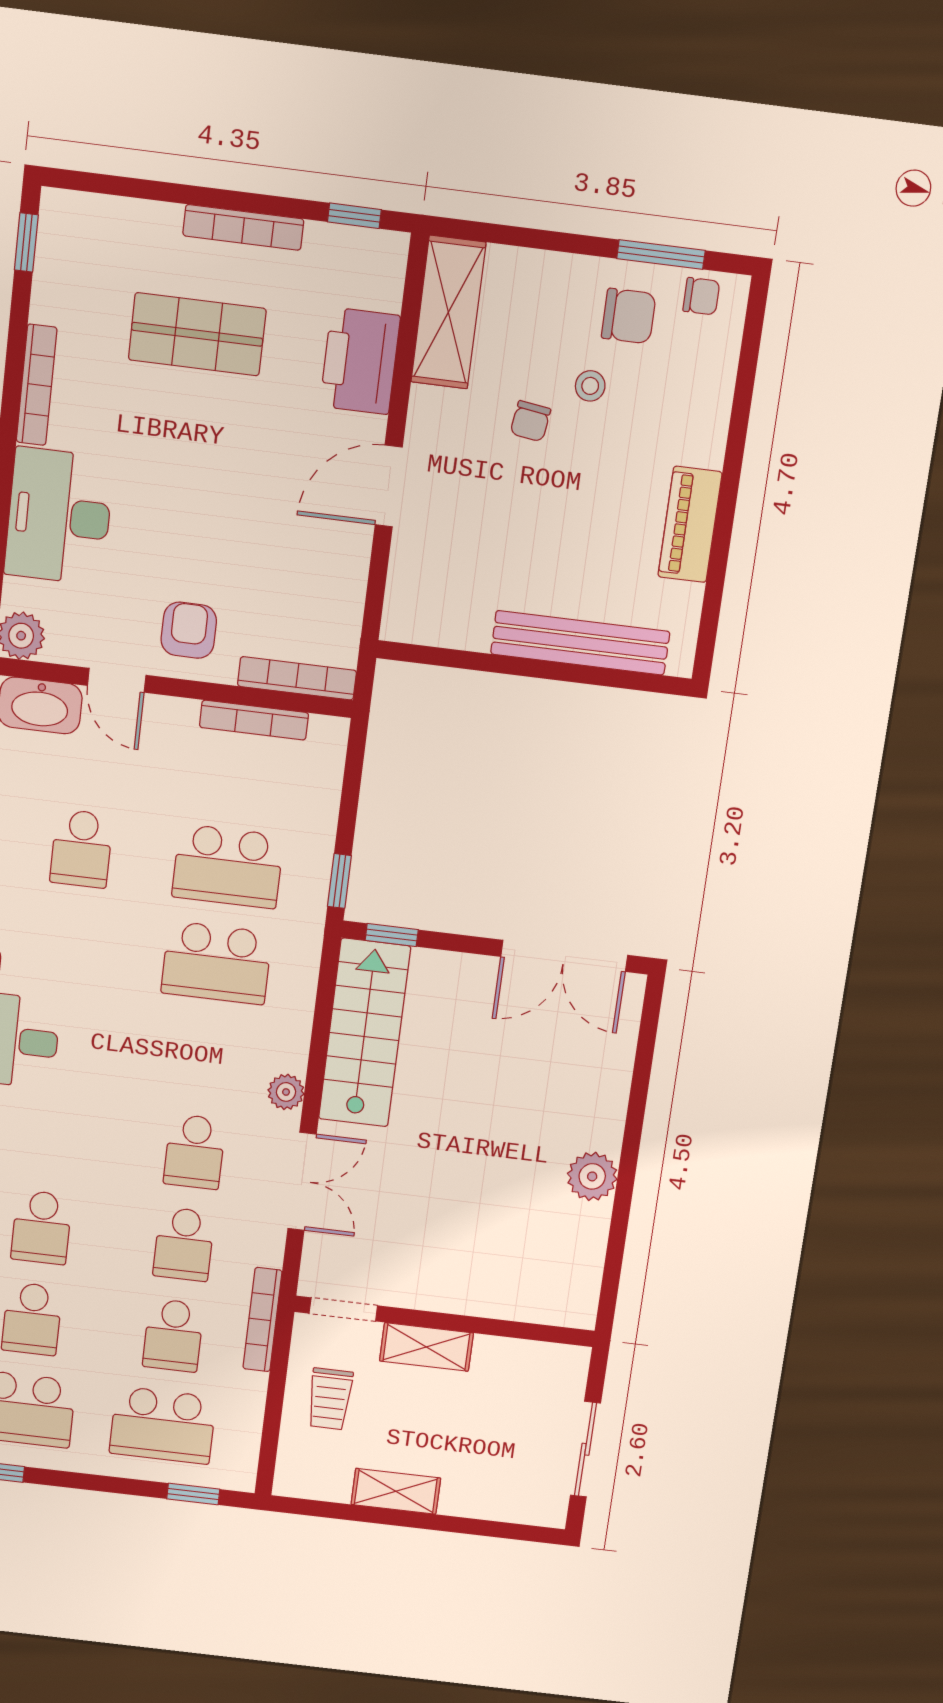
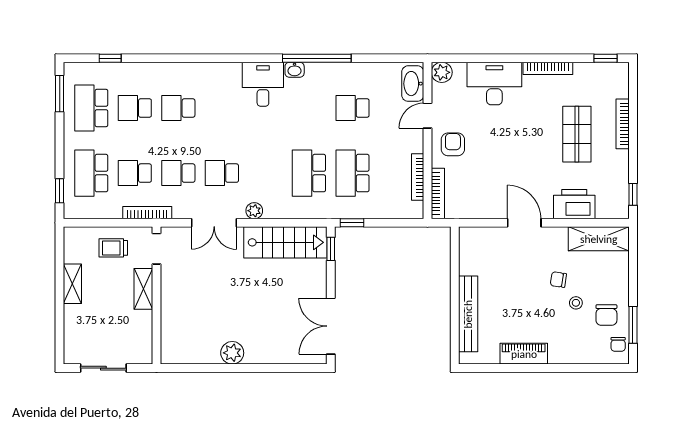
bookcase: (243, 227) -> (623, 124), moved
armchair: (189, 630) -> (453, 144), turned -90

